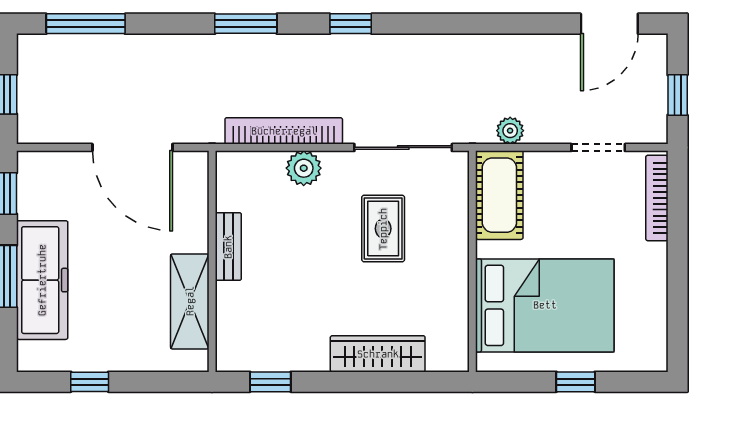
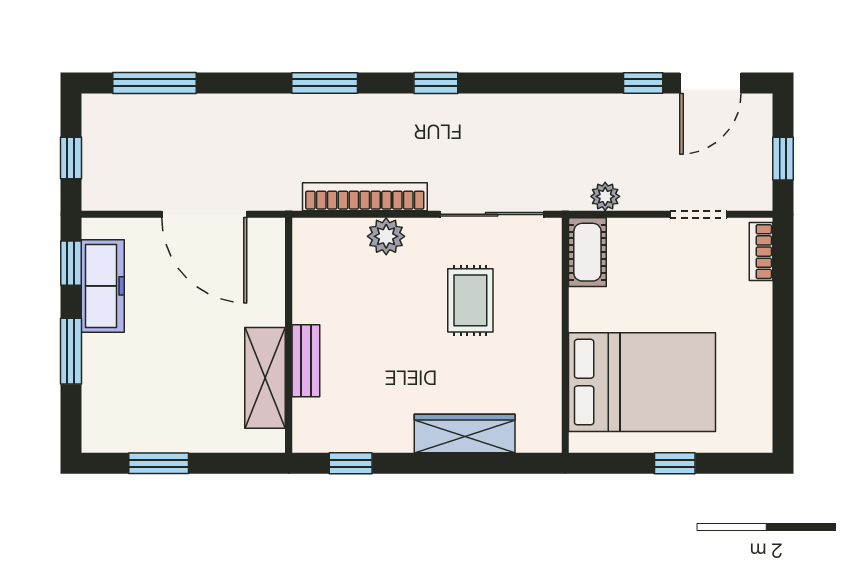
window: (546, 24) -> (643, 83), added
cot: (499, 195) -> (587, 252), width x0.73, depth x0.75
bookcase: (657, 198) -> (761, 252), width x0.64
bench: (228, 247) -> (306, 361), moved
freezer: (42, 280) -> (103, 286), moved, width x0.73, depth x0.79
window: (90, 382) -> (159, 463), width x1.50

